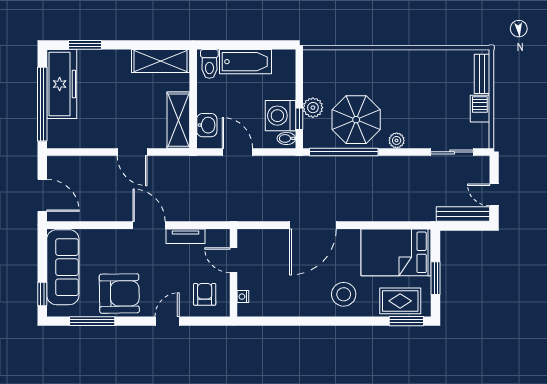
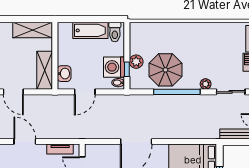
toilet: (209, 64) -> (115, 32), moved
plant: (397, 140) -> (206, 84), moved
door: (237, 152) -> (85, 92), swing flipped
window: (344, 152) -> (177, 92), moved
tv unit: (185, 236) -> (60, 149), moved

